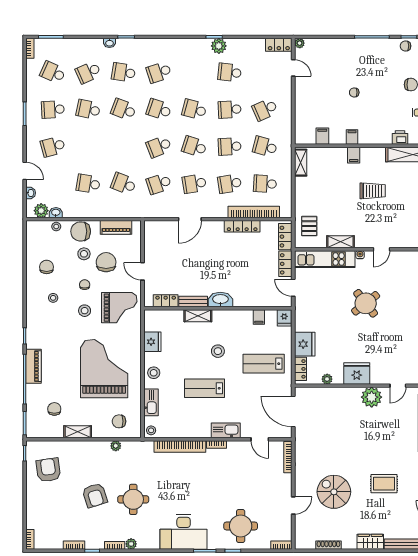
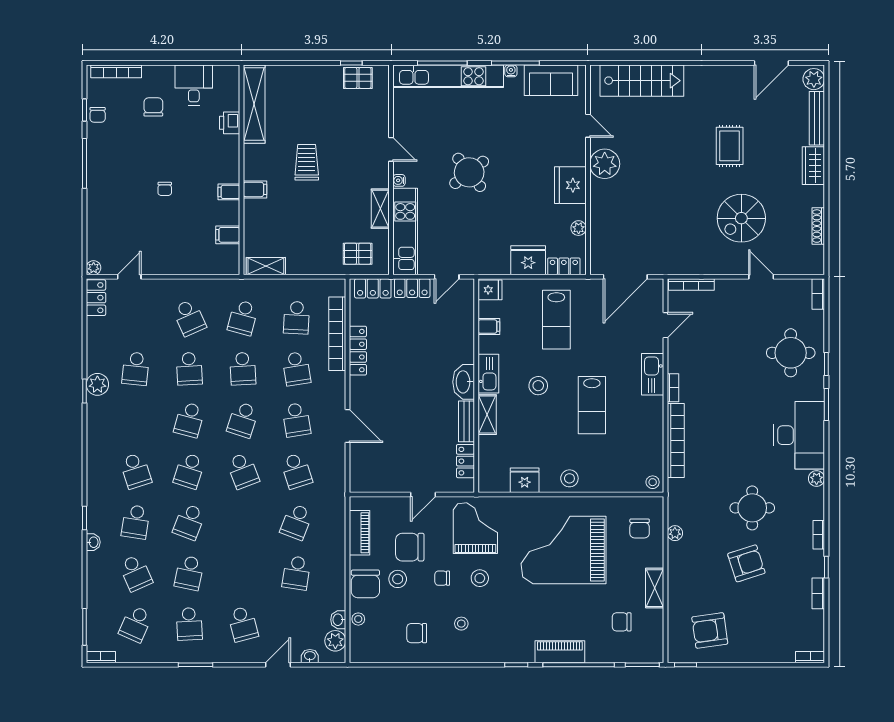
kitchen sink: (151, 402) -> (488, 374), moved, turned 90
plant: (131, 544) -> (817, 479), moved

